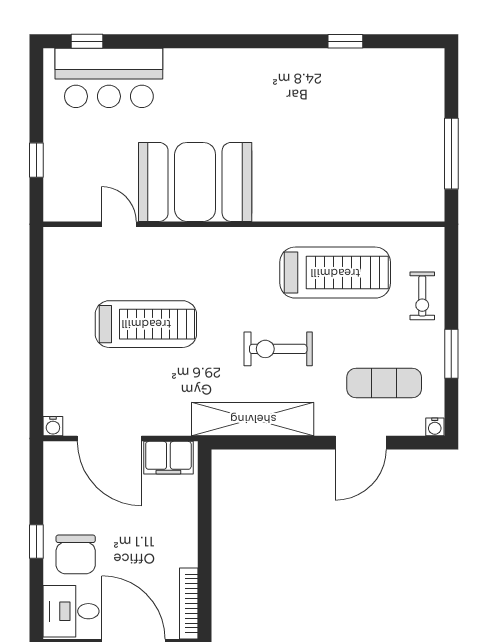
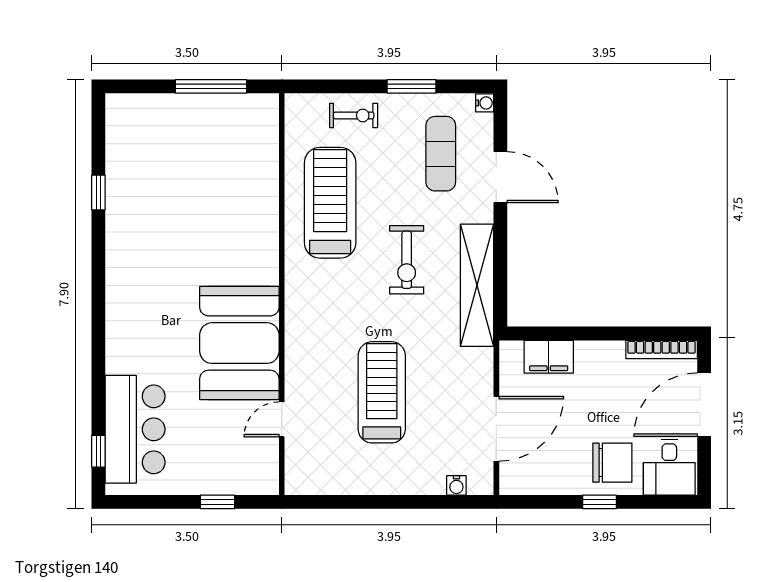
water cooler: (53, 426) -> (456, 485), moved, turned 90
filing cabinet: (168, 458) -> (549, 357), moved, turned 90

